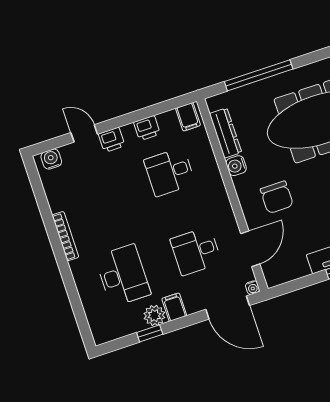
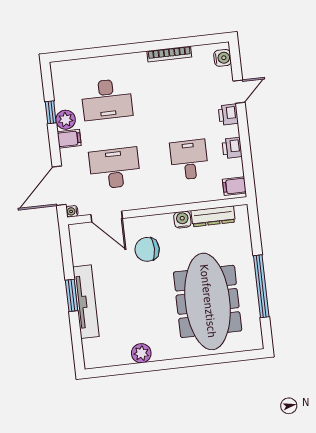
window: (259, 75) -> (261, 286), moved
bookcase: (65, 236) -> (169, 54), moved
desk: (196, 251) -> (115, 168), width x1.37

